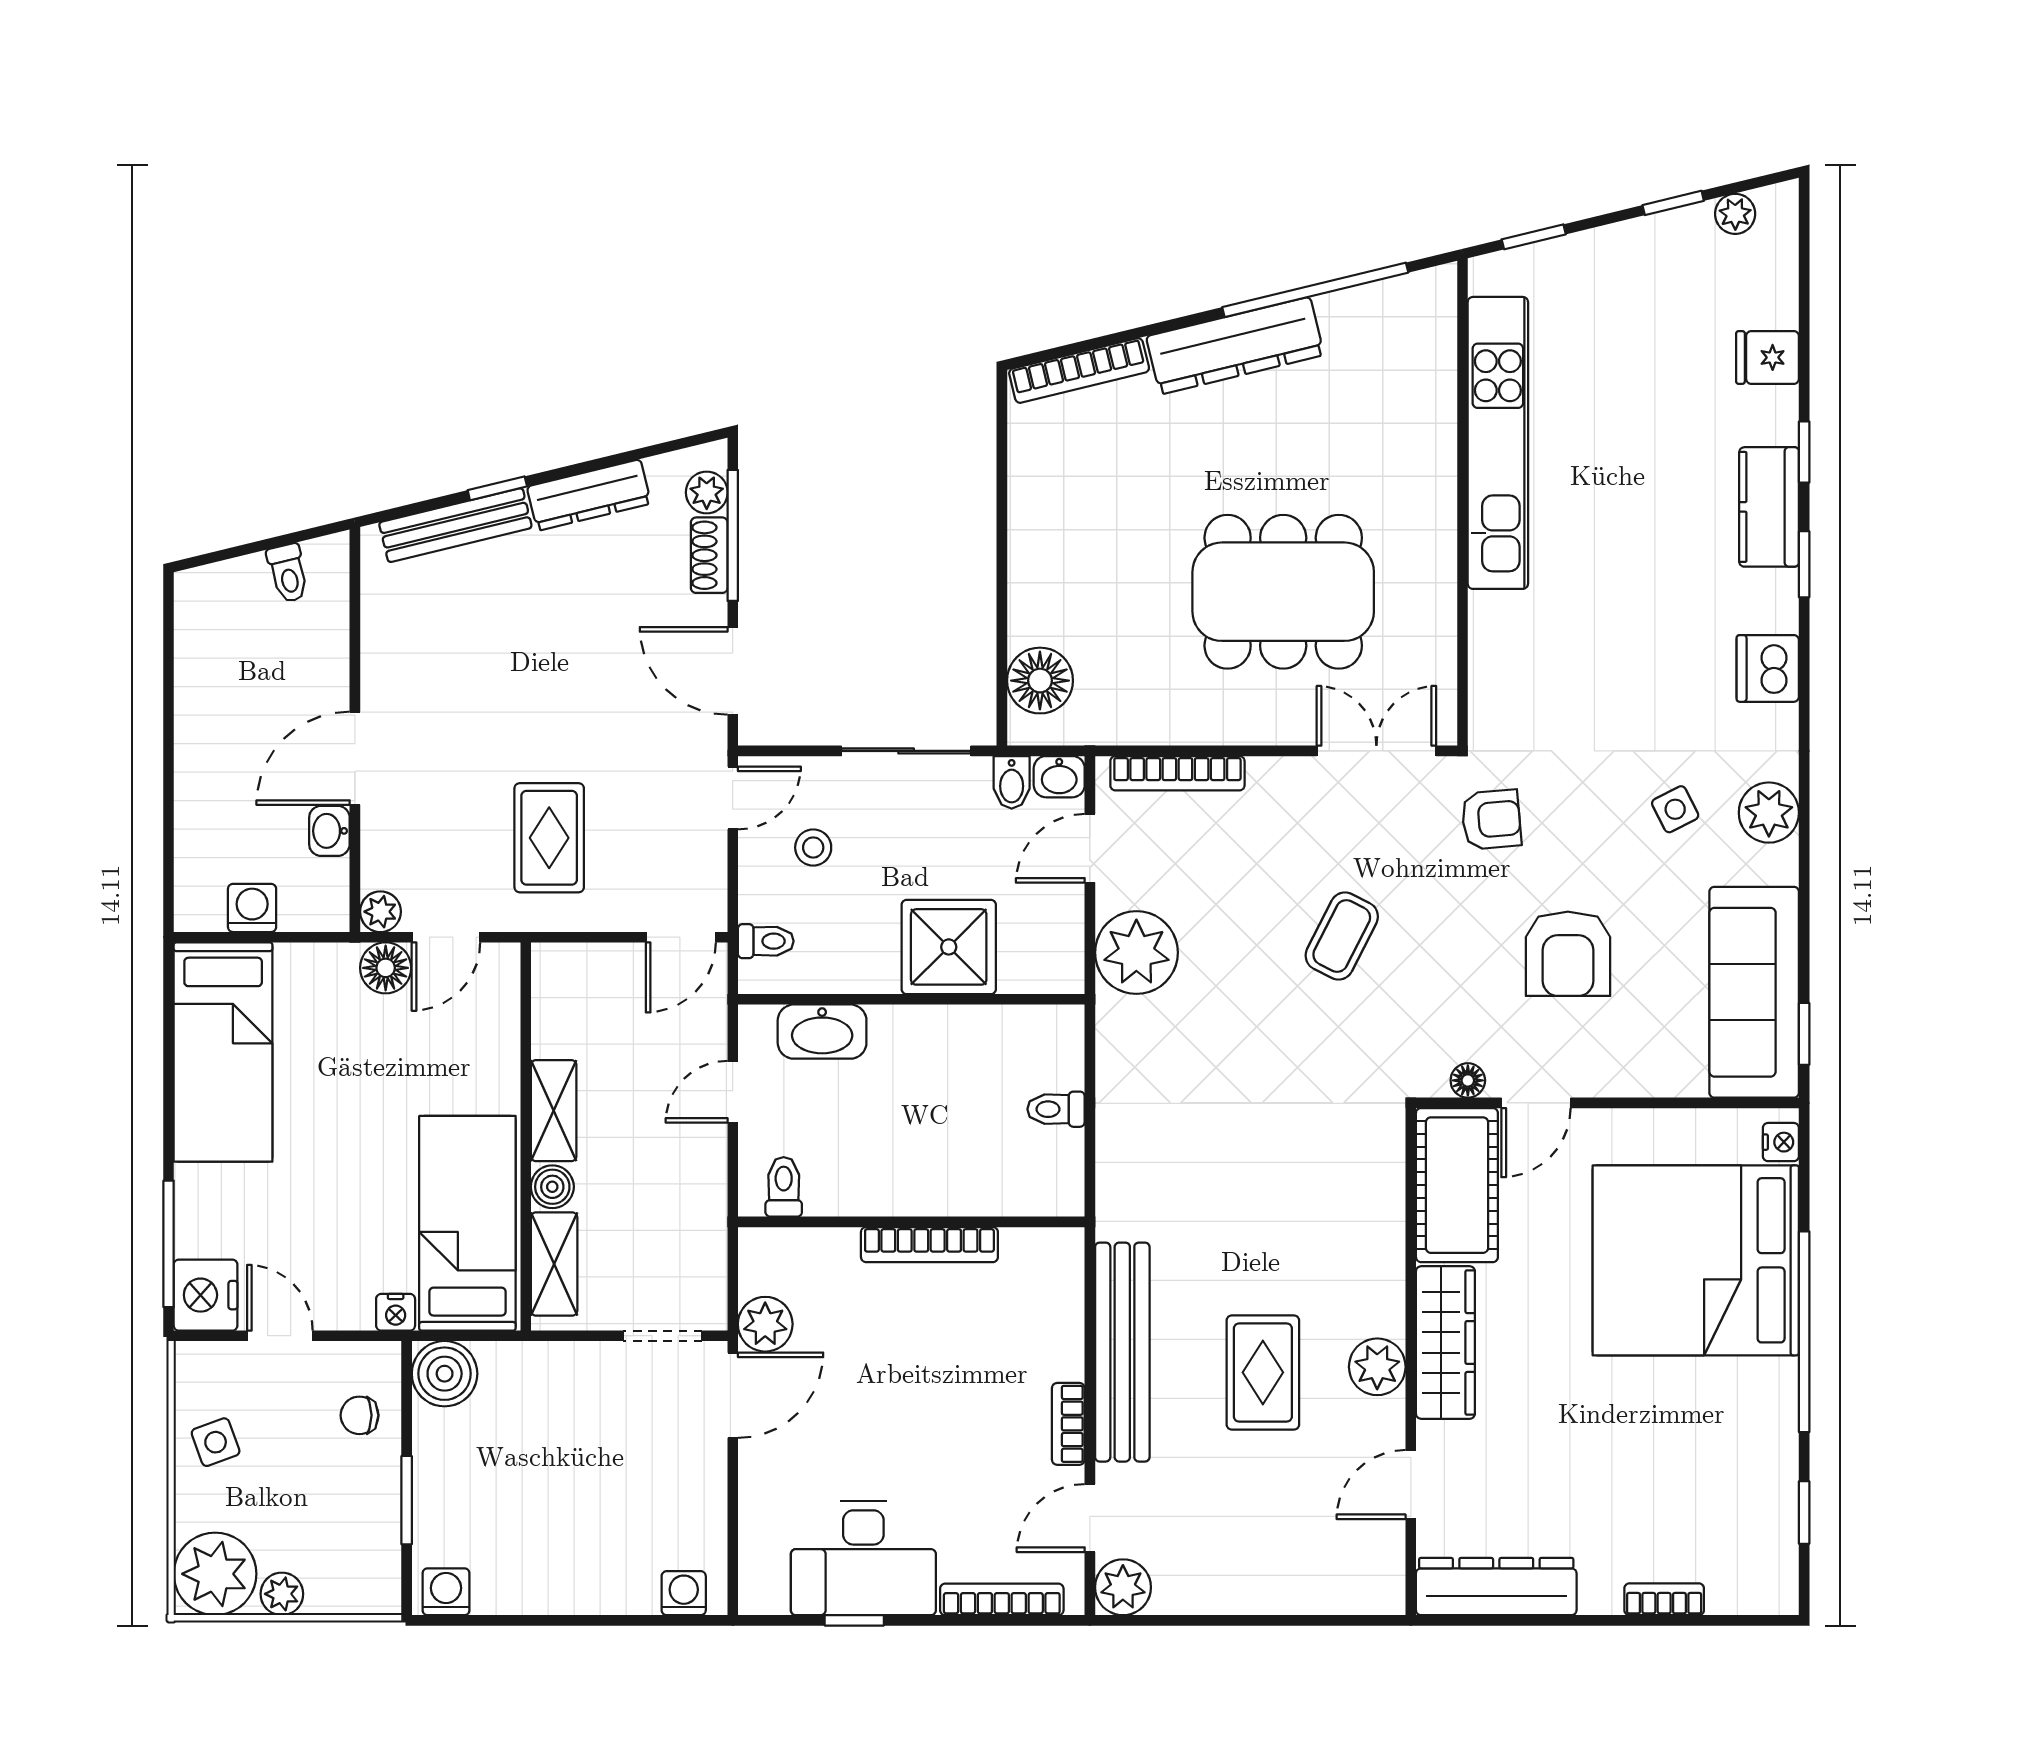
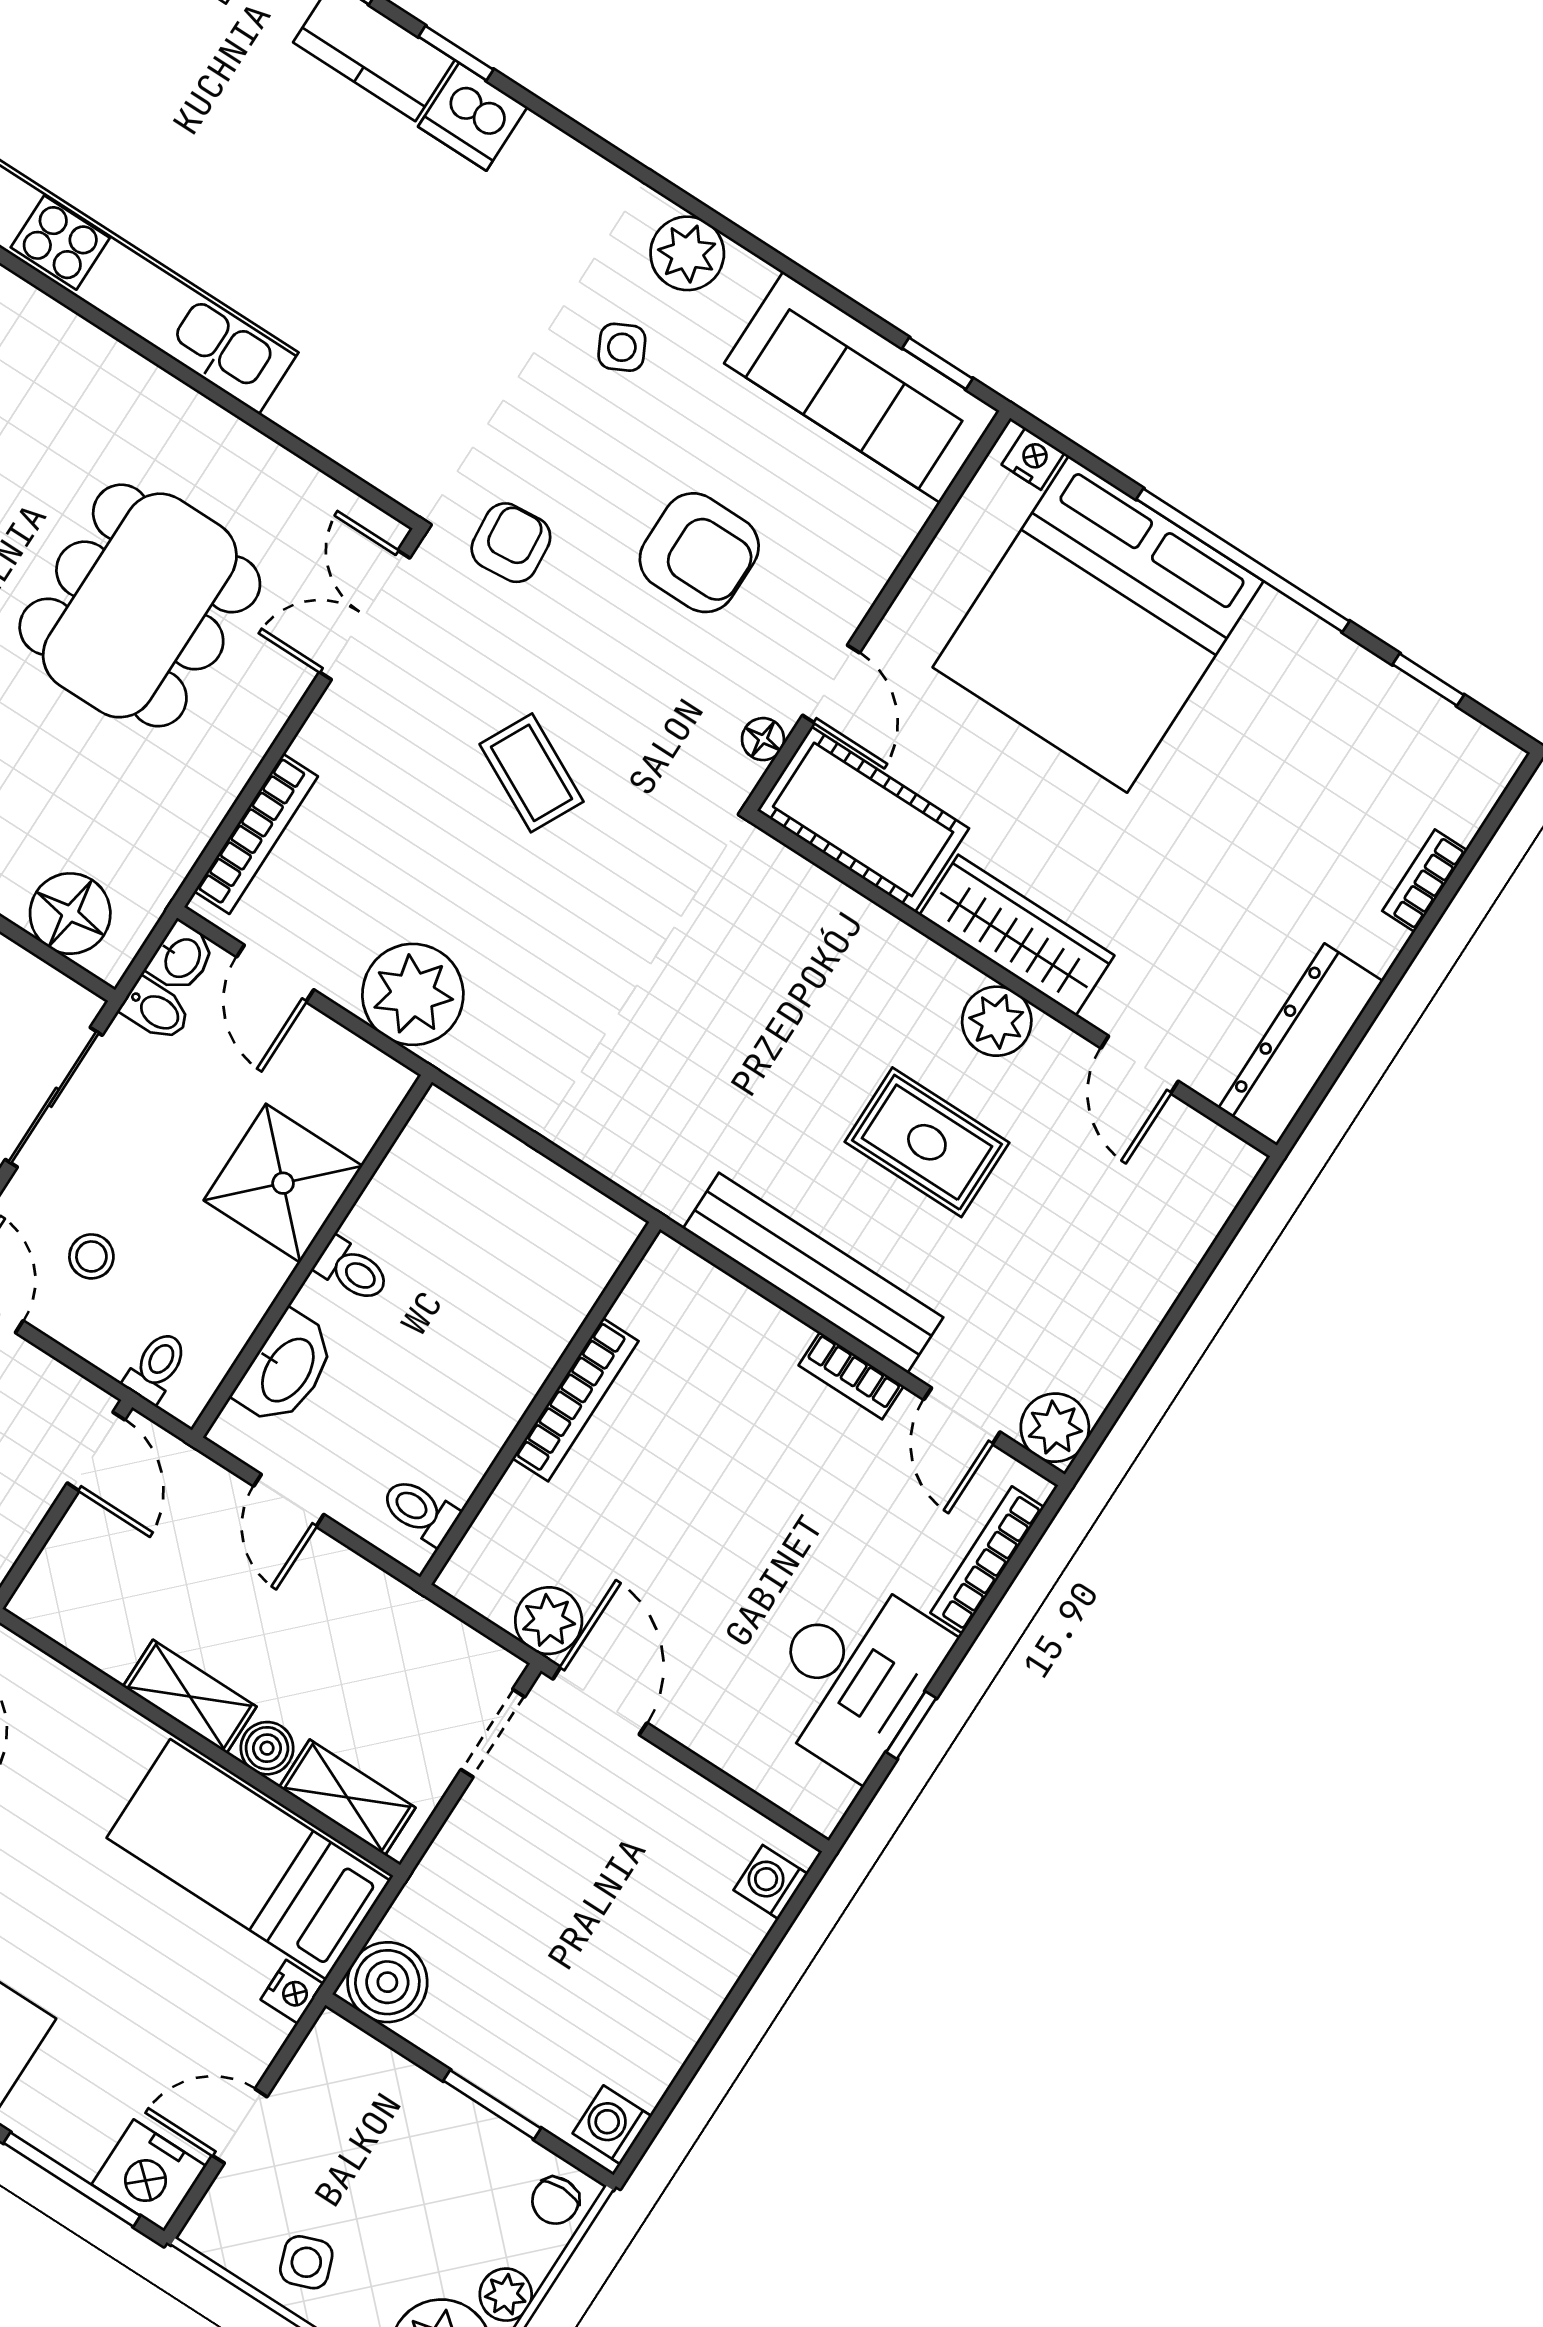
dishwasher: (1768, 668) -> (473, 117), moved
toilet: (1056, 1109) -> (352, 1270), moved, turned -90
chair: (360, 1415) -> (555, 2201), moved

